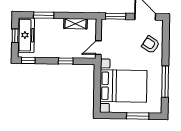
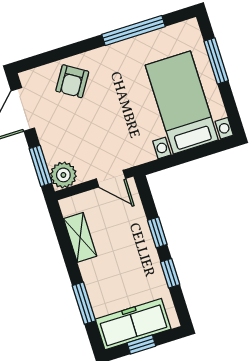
plant: (108, 26) -> (63, 175), added
window: (28, 60) -> (170, 273), moved
bed with nightstands: (123, 86) -> (182, 103), width x0.73

